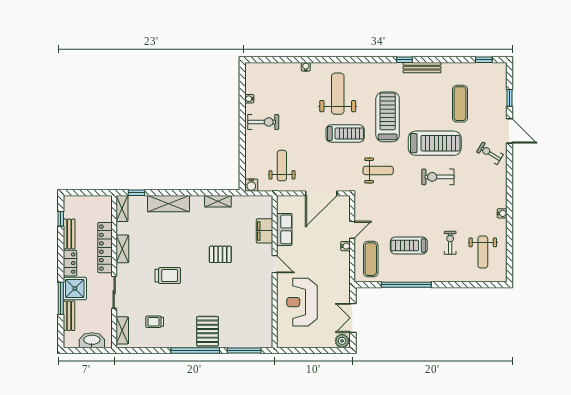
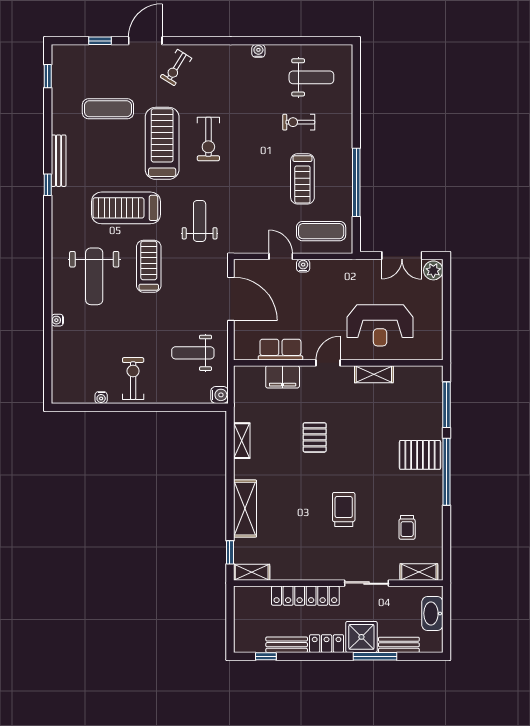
weight bench: (338, 94) -> (94, 276), turned -90
shelving: (122, 249) -> (374, 374), moved

